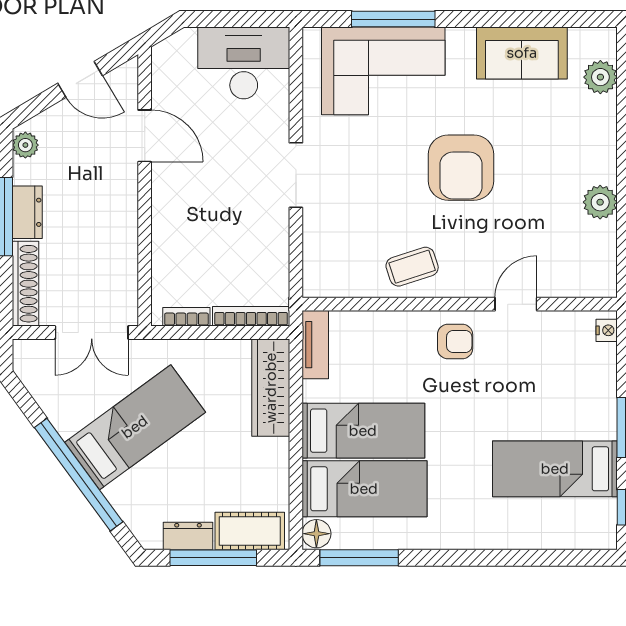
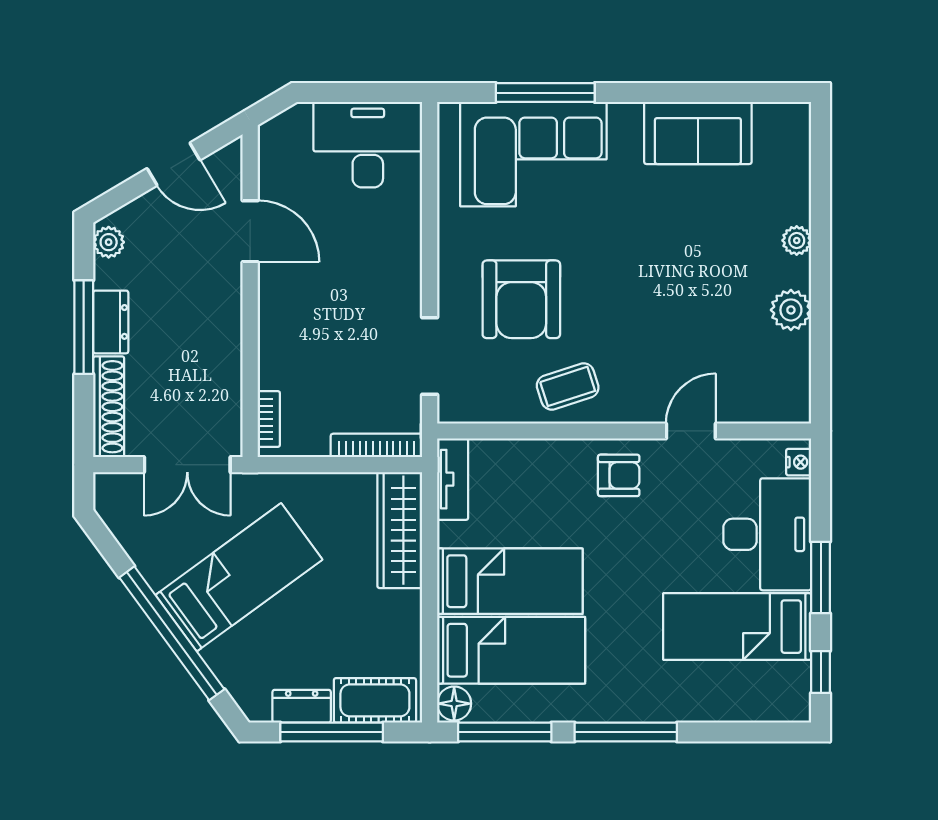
plant: (600, 77) -> (797, 240), moved, width x0.73, depth x0.73
armchair: (461, 168) -> (521, 299), moved
doorway: (296, 175) -> (430, 356), moved
bookcase: (186, 317) -> (269, 419), moved, turned 90
desk: (580, 391) -> (767, 534), added
window: (461, 558) -> (626, 732), added

